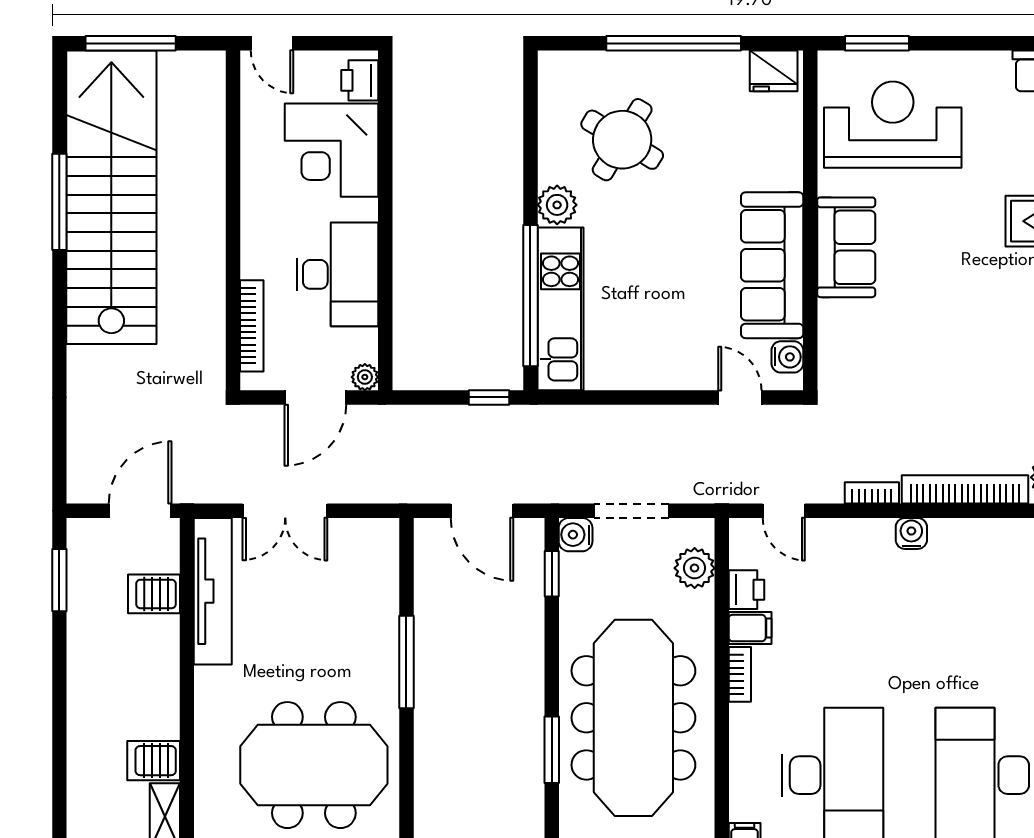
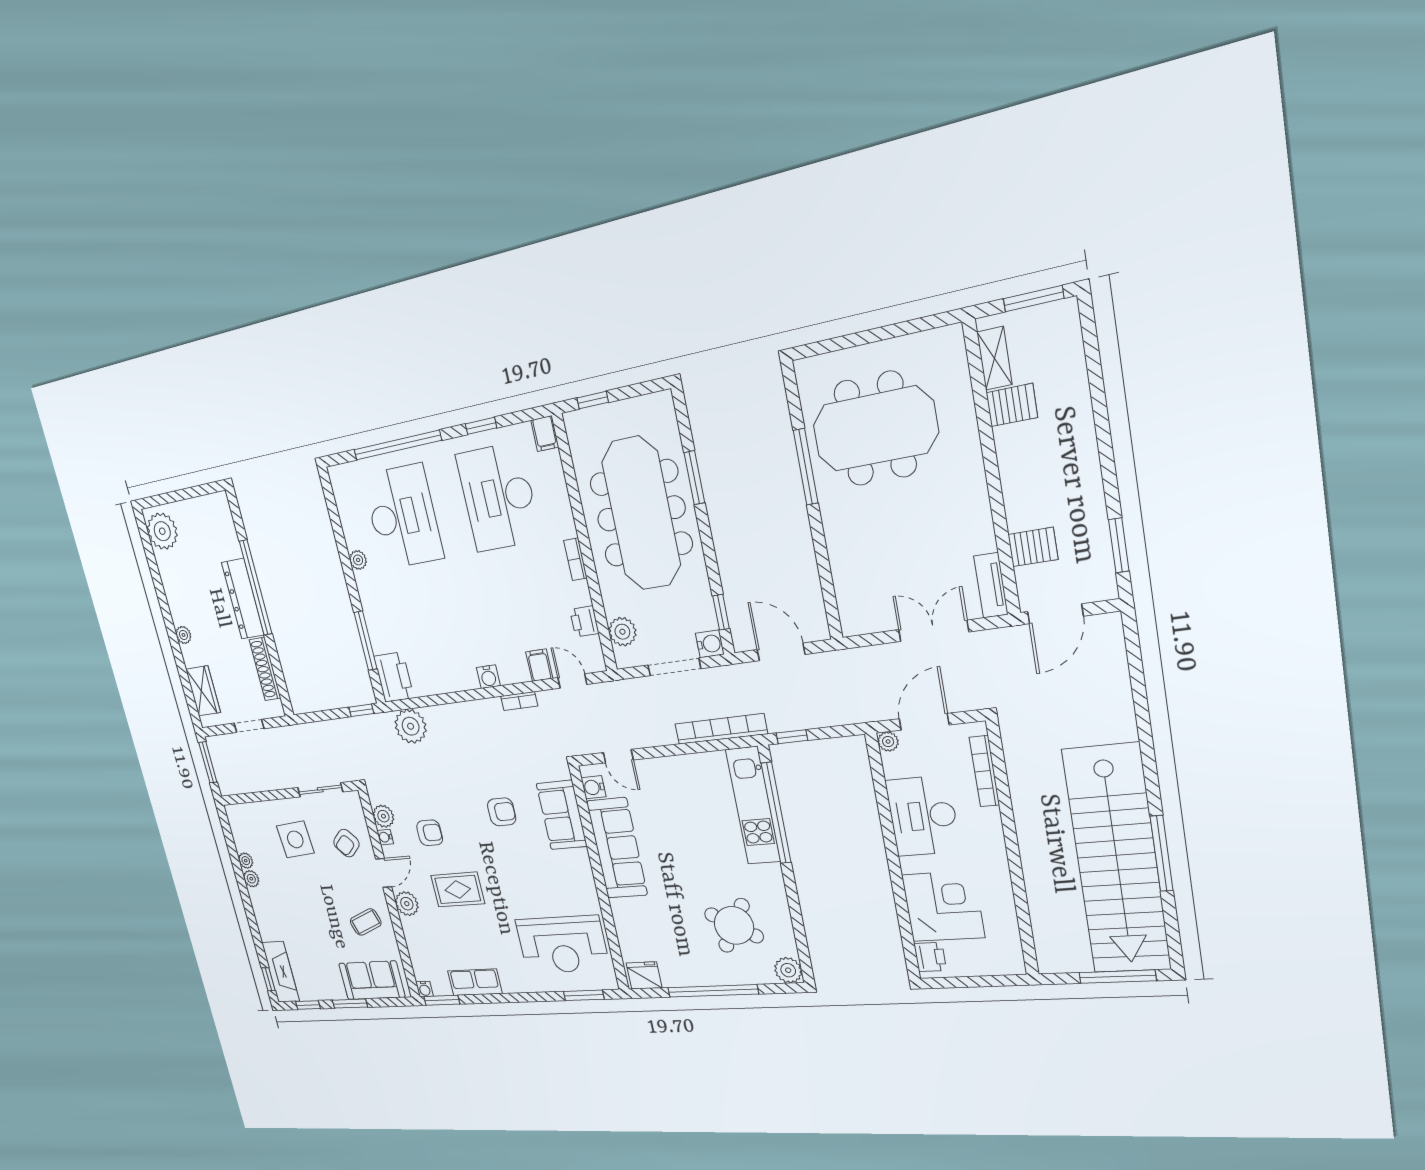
door: (272, 43) -> (1002, 981), removed
plant: (557, 205) -> (788, 970), moved
sofa: (846, 247) -> (562, 815), moved
armchair: (941, 334) -> (502, 812), added
bookcase: (965, 489) -> (721, 729), moved, turned 180
tv unit: (213, 591) -> (991, 585), width x0.52, depth x0.78
filing cabinet: (750, 628) -> (539, 665), moved, turned 90
window: (406, 662) -> (806, 467), moved

